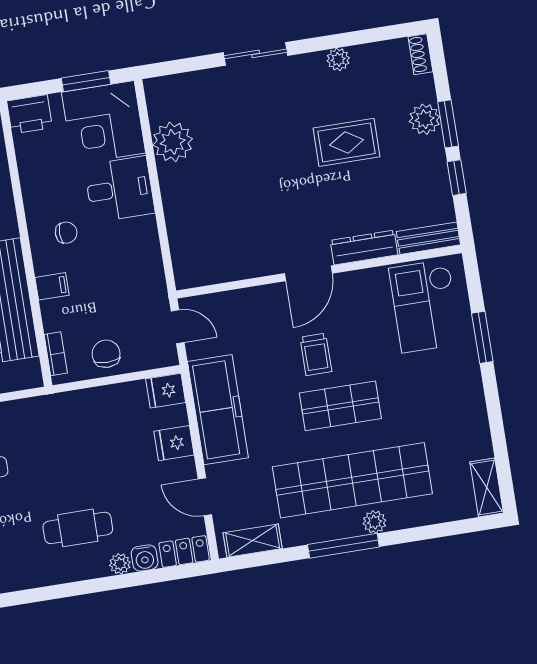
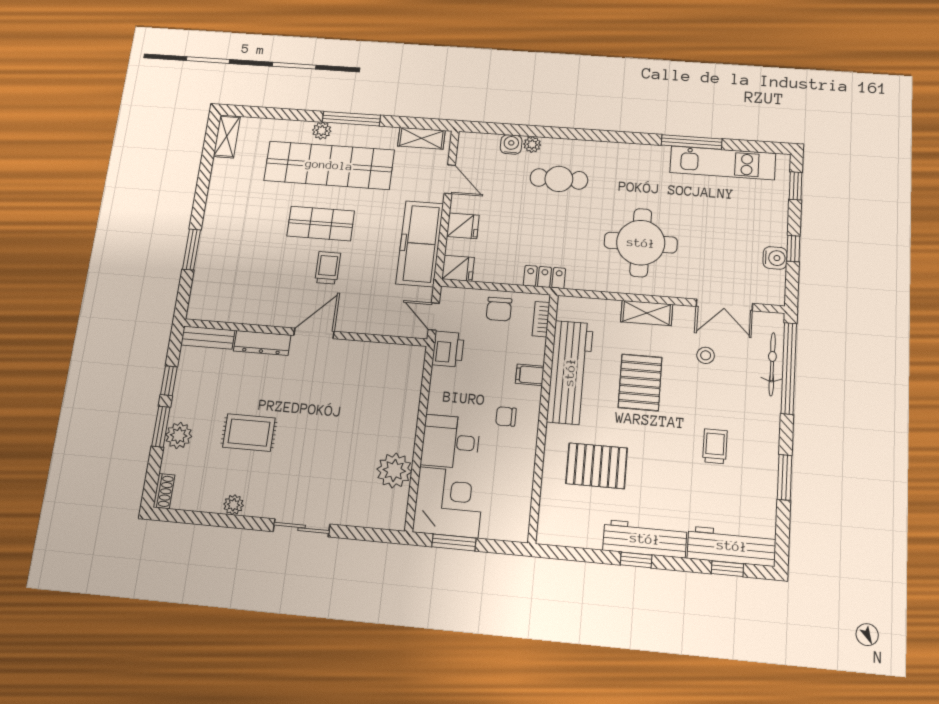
printer: (30, 114) -> (448, 349), moved, turned 90
checkout: (425, 306) -> (228, 285), removed
locker: (184, 551) -> (544, 277), moved, turned 180

